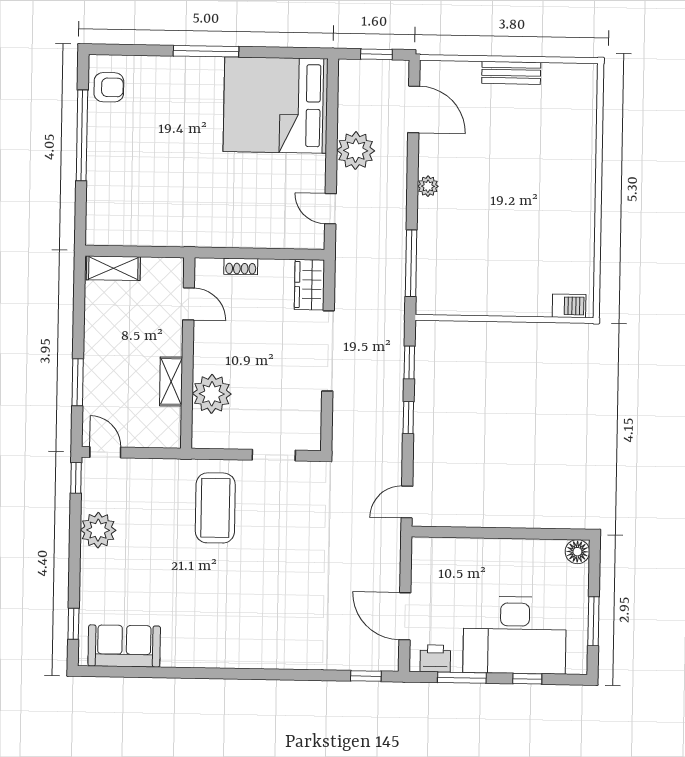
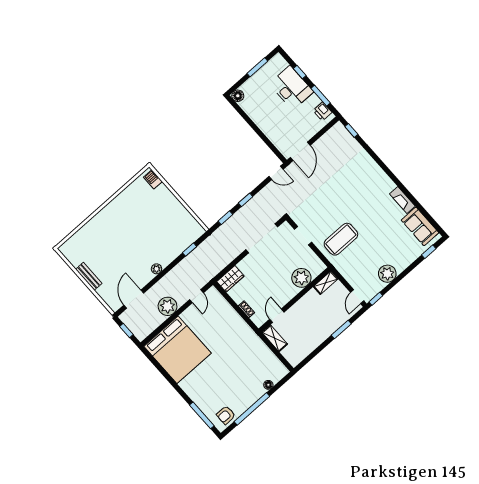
window: (206, 51) -> (202, 415), moved
armchair: (109, 87) -> (226, 415), turned -90
floor lamp: (95, 194) -> (268, 385), added
window: (411, 263) -> (190, 250), width x0.46
shelving: (113, 268) -> (275, 338), moved
doorway: (328, 351) -> (262, 238), moved
shelving: (171, 381) -> (326, 283), moved
door: (405, 616) -> (300, 151), moved
desk: (515, 635) -> (291, 88), width x0.73, depth x0.77
fireplace: (189, 656) -> (402, 200), added

